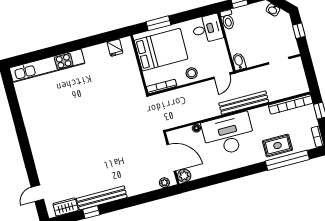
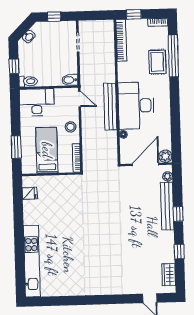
desk: (207, 29) -> (37, 102), width x1.37
bed: (161, 50) -> (47, 150), width x0.67
bench: (244, 103) -> (110, 106), moved
bench: (102, 198) -> (167, 206), moved
window: (129, 202) -> (178, 214), added

